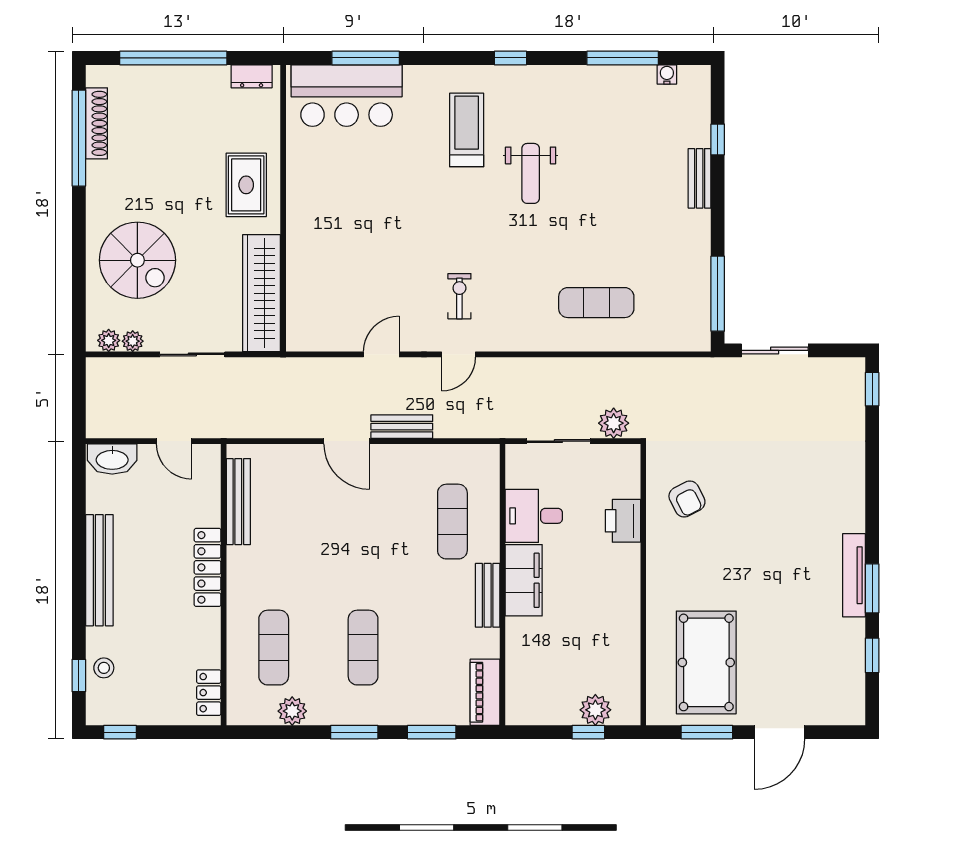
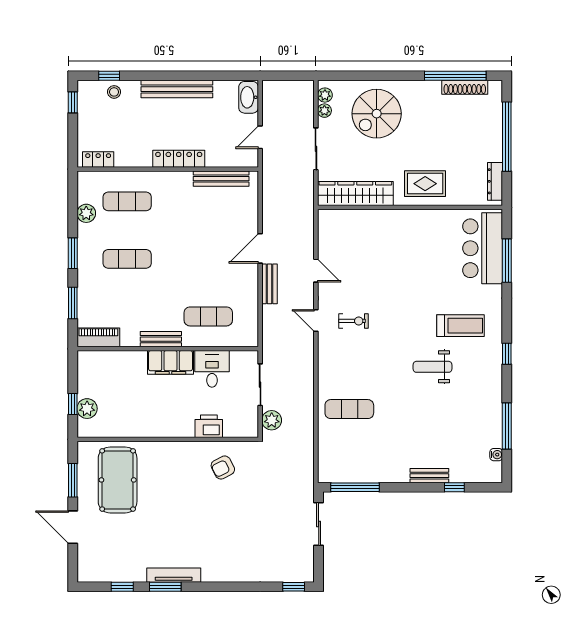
dresser: (252, 76) -> (495, 181), width x1.44
exercise mat: (596, 303) -> (349, 409), turned 90
pool table: (706, 662) -> (118, 480), turned 90

